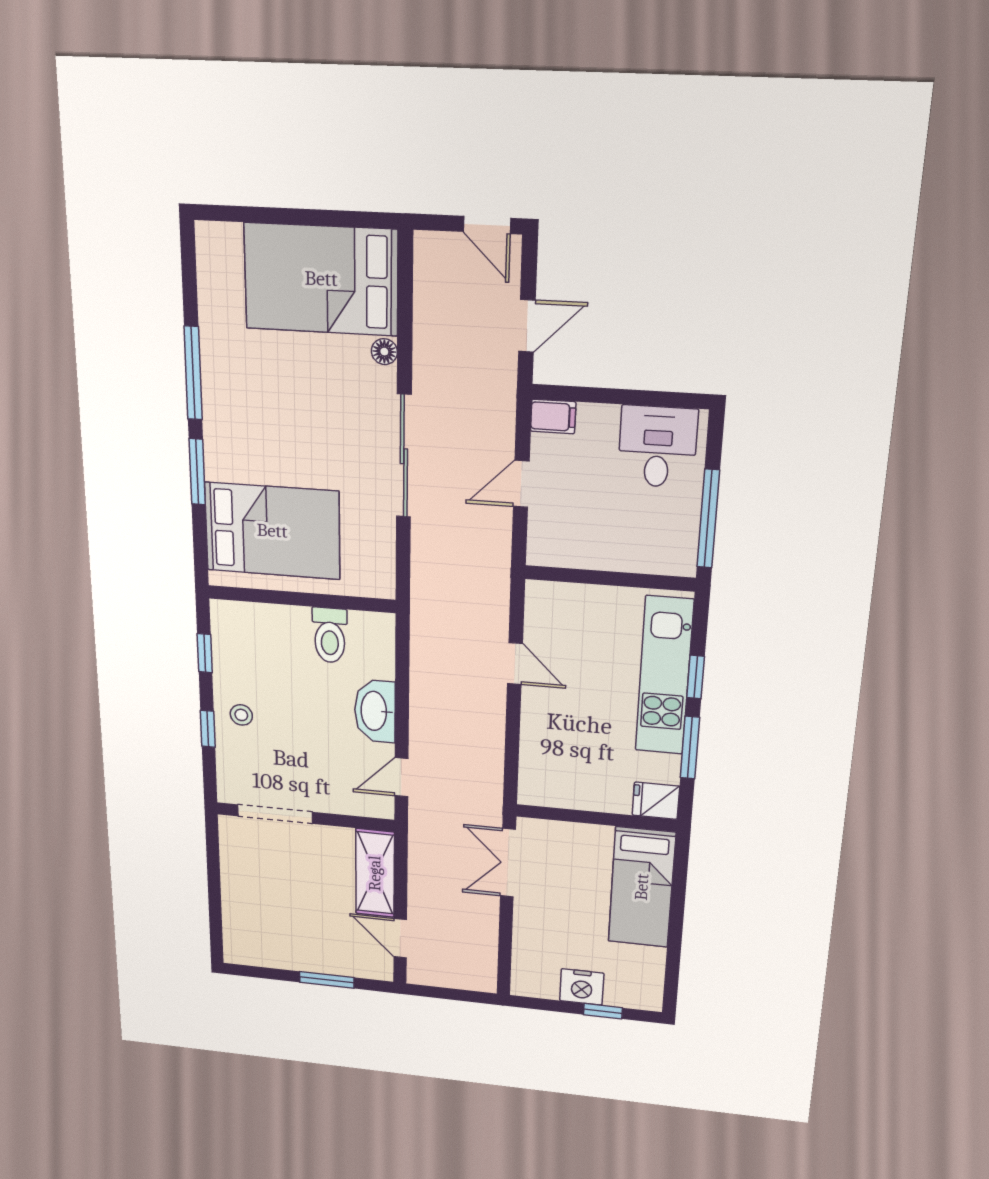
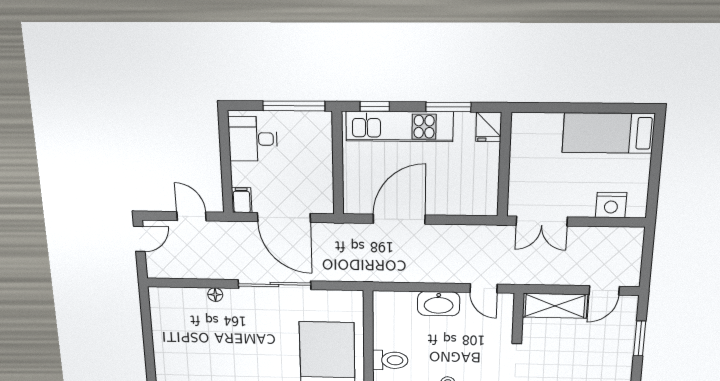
bed: (321, 279) -> (180, 328), removed
door: (521, 484) -> (284, 218), width x1.87
toilet: (330, 635) -> (390, 360), moved
door: (515, 664) -> (399, 219), width x1.88
window: (696, 677) -> (375, 106), moved
bed: (642, 887) -> (608, 133), moved, turned 180
nightstand: (582, 987) -> (611, 205), moved, turned 90
window: (603, 1011) -> (656, 154), removed

